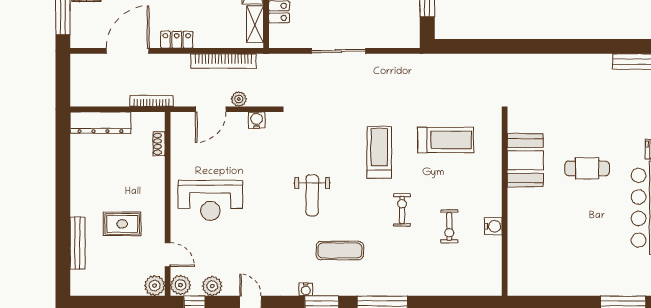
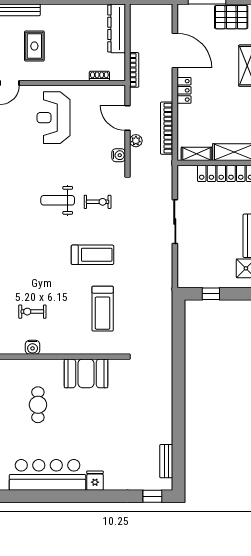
cafe table: (587, 168) -> (38, 405), moved
exercise bike: (402, 210) -> (98, 202), moved
exercise mat: (340, 251) -> (13, 223), removed

